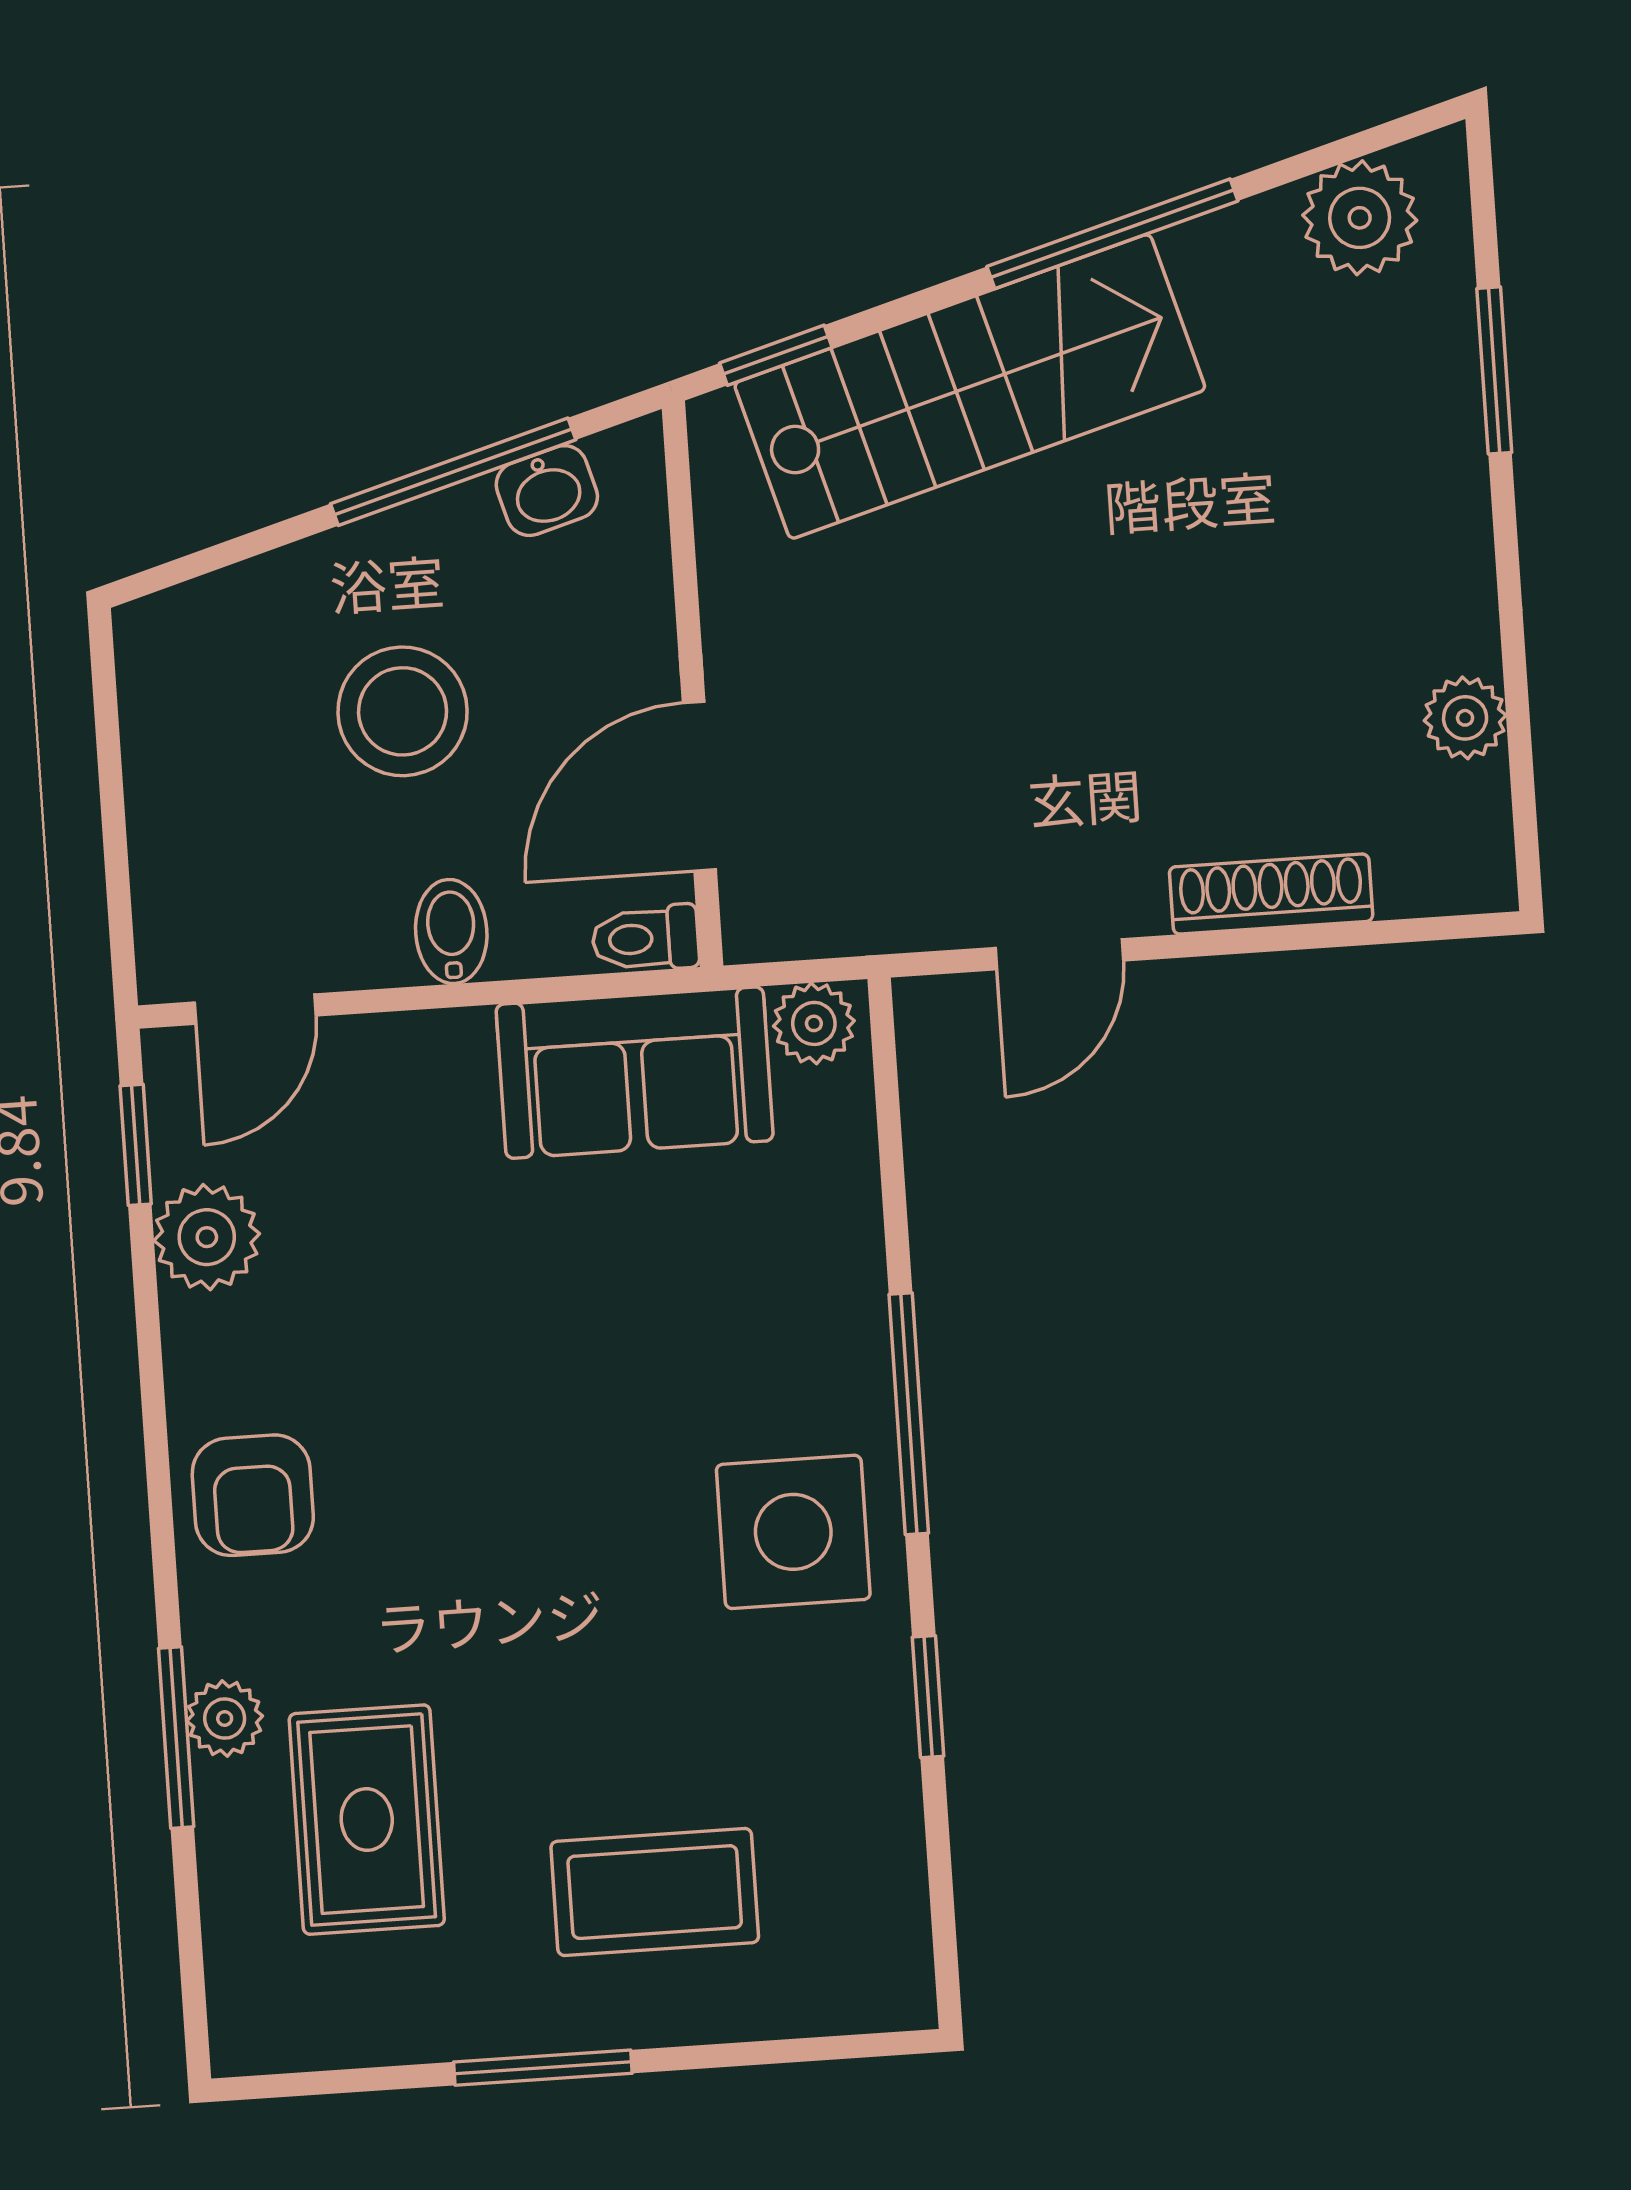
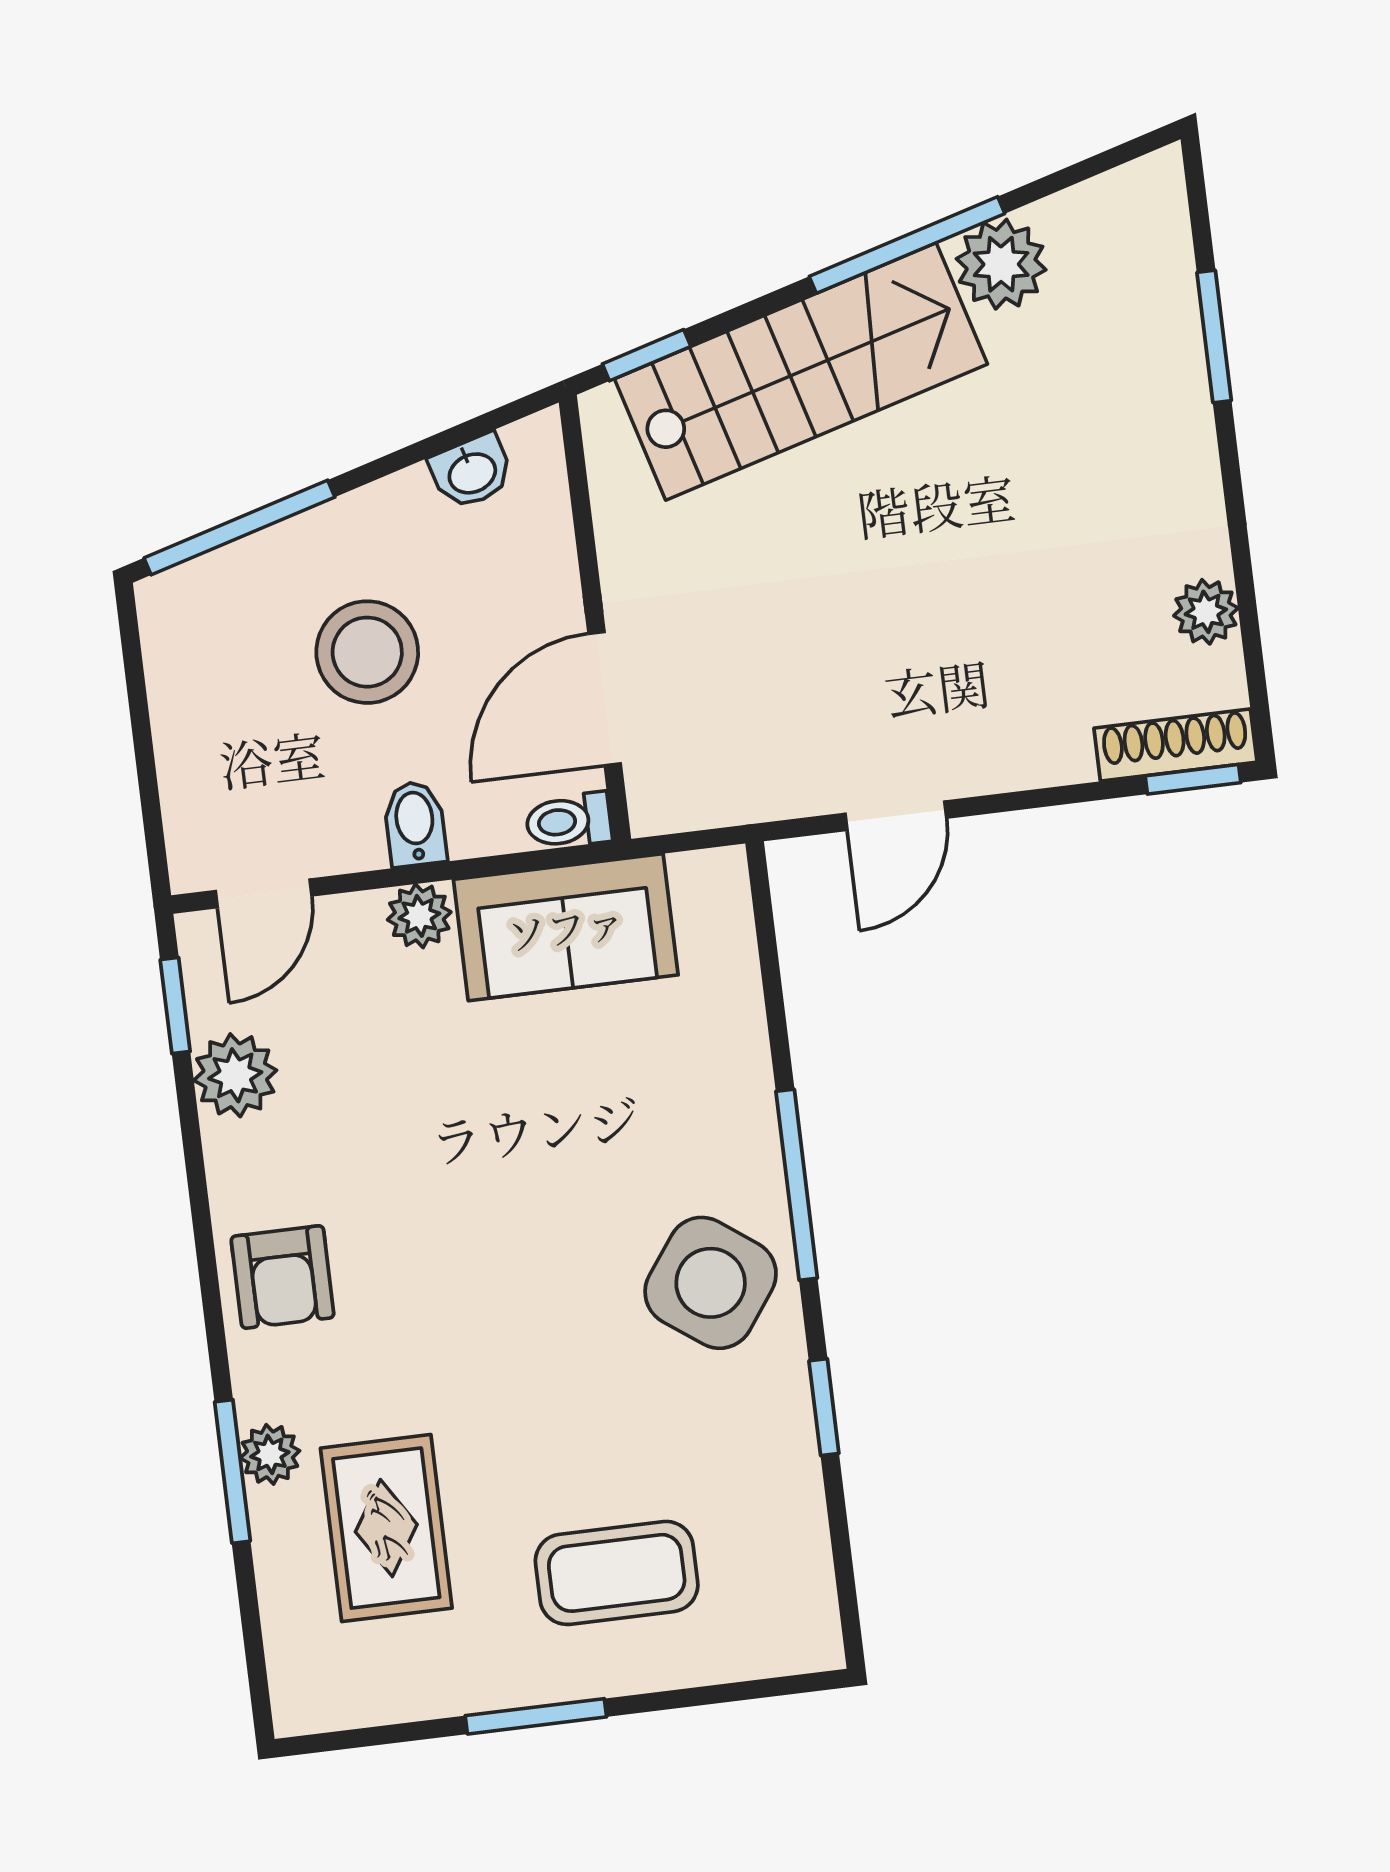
plant: (1360, 218) -> (1001, 264), moved
window: (453, 472) -> (239, 528), moved
shoe rack: (1271, 894) -> (1175, 745), moved
window: (1437, 929) -> (1193, 779), added
plant: (814, 1023) -> (419, 916), moved
side table: (793, 1532) -> (711, 1283), turned 36

